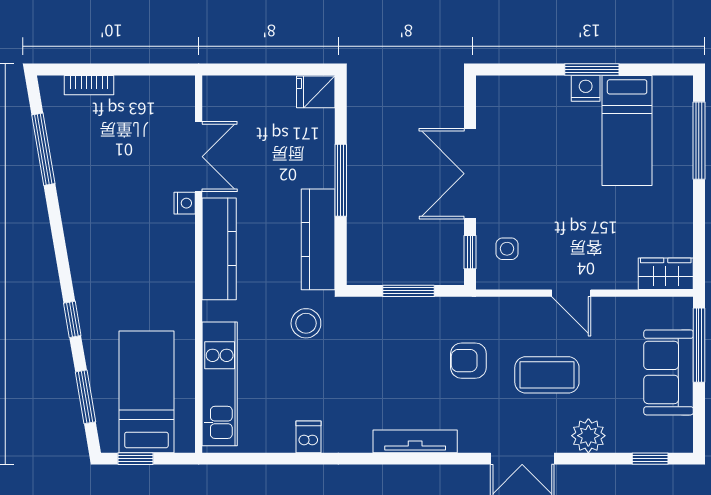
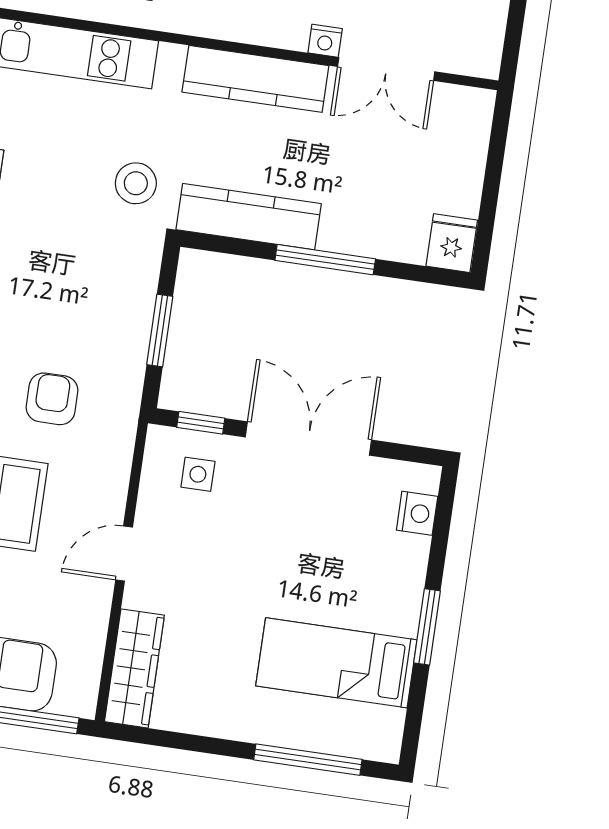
nightstand: (586, 88) -> (417, 513), moved
wardrobe: (666, 274) -> (134, 668), width x1.50

